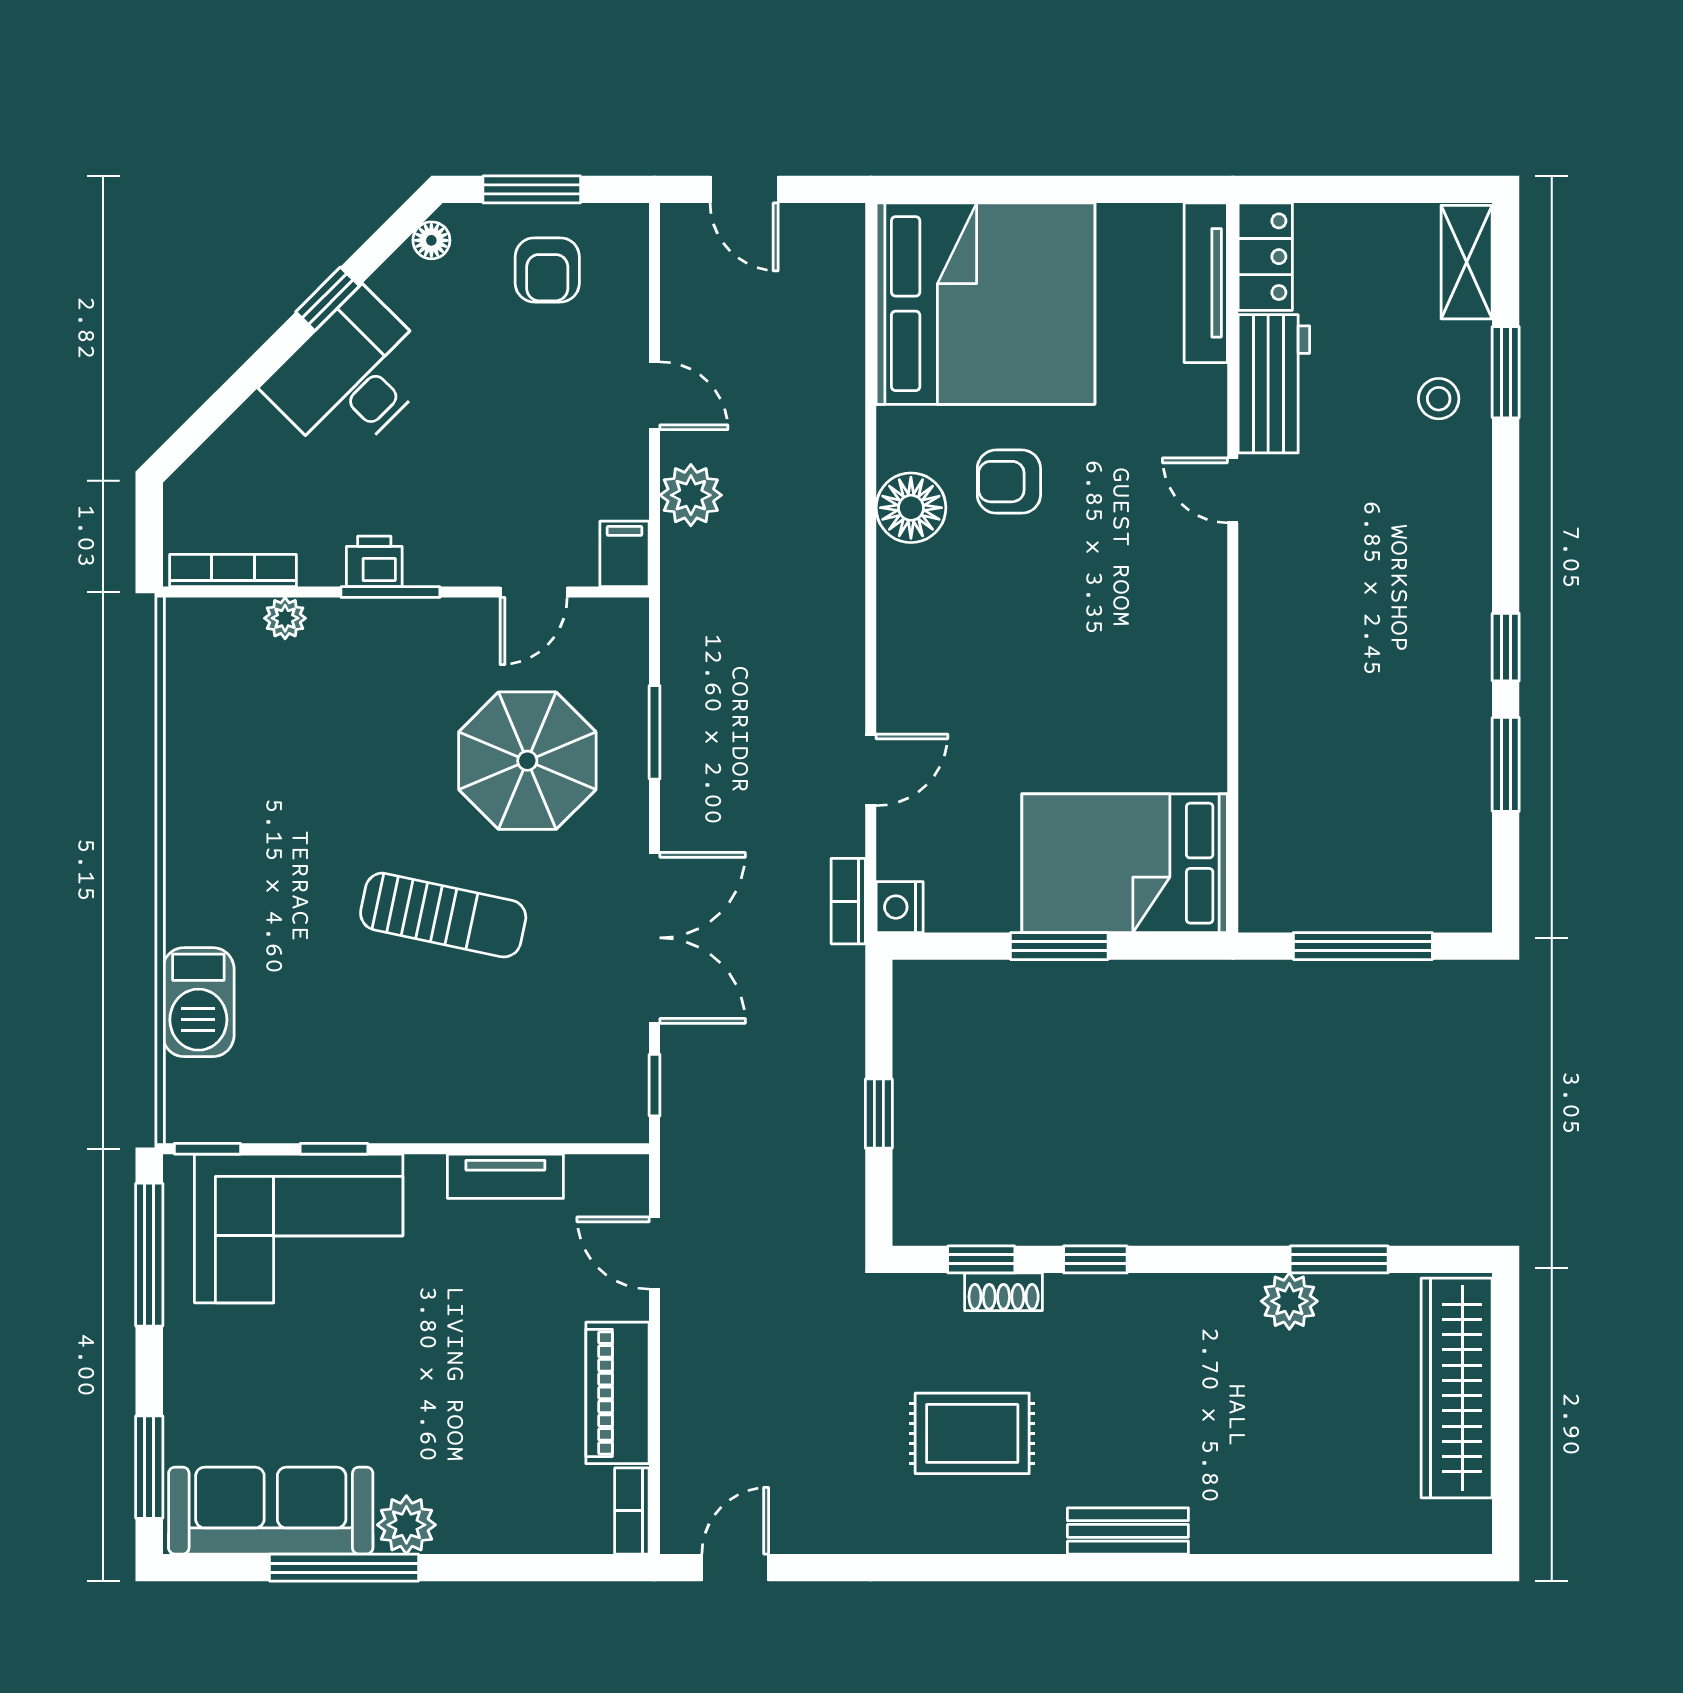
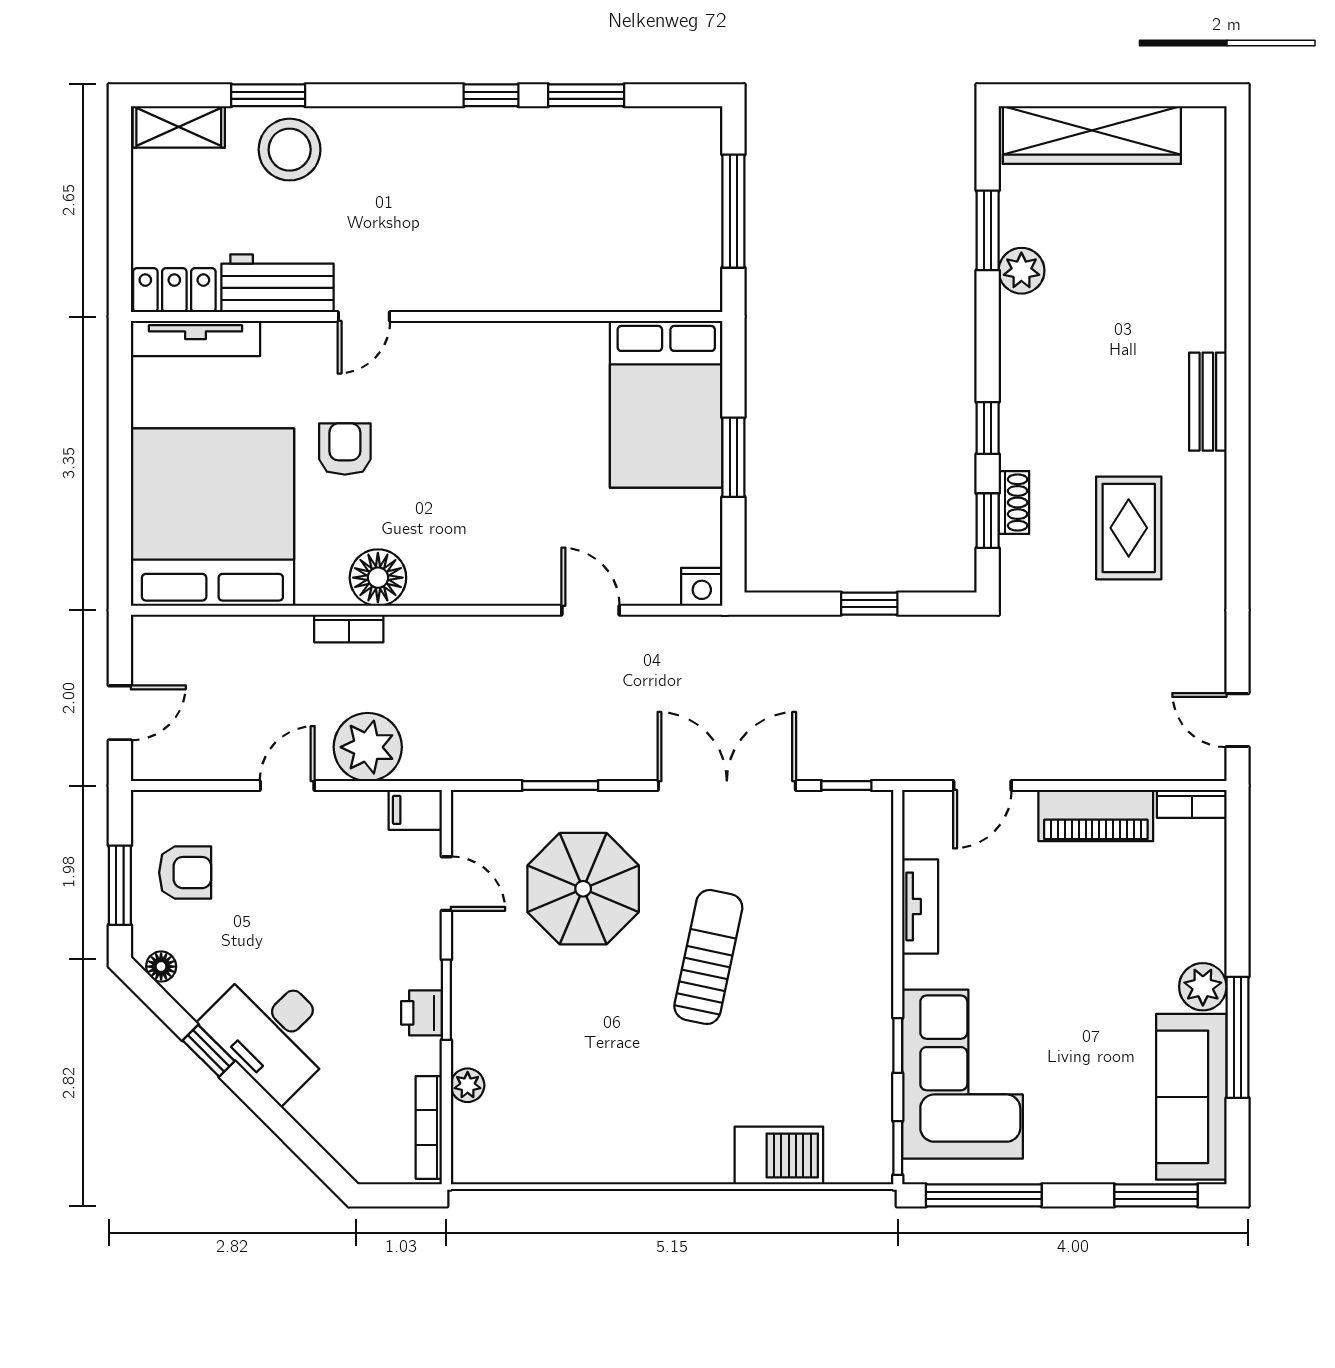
stool: (1439, 399) -> (290, 150), width x1.89, depth x1.89
armchair: (1009, 482) -> (345, 449), moved, turned 180
plant: (691, 495) -> (368, 747), width x1.36, depth x1.36
bookcase: (848, 901) -> (349, 628), moved

